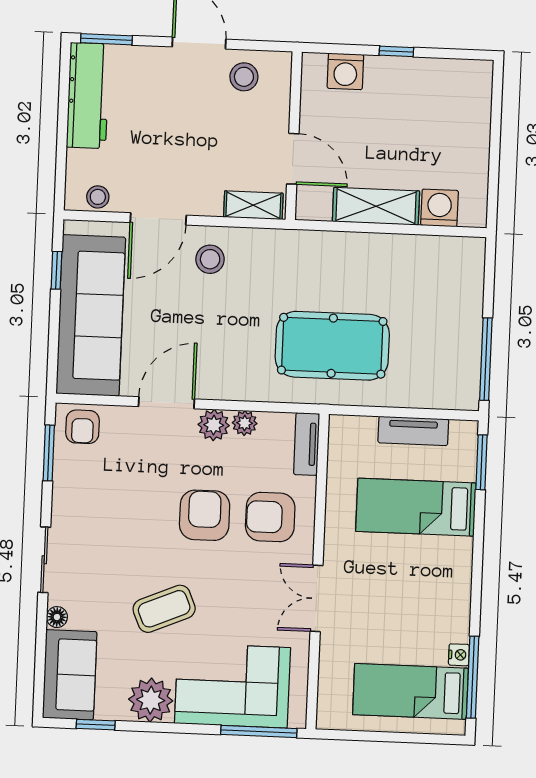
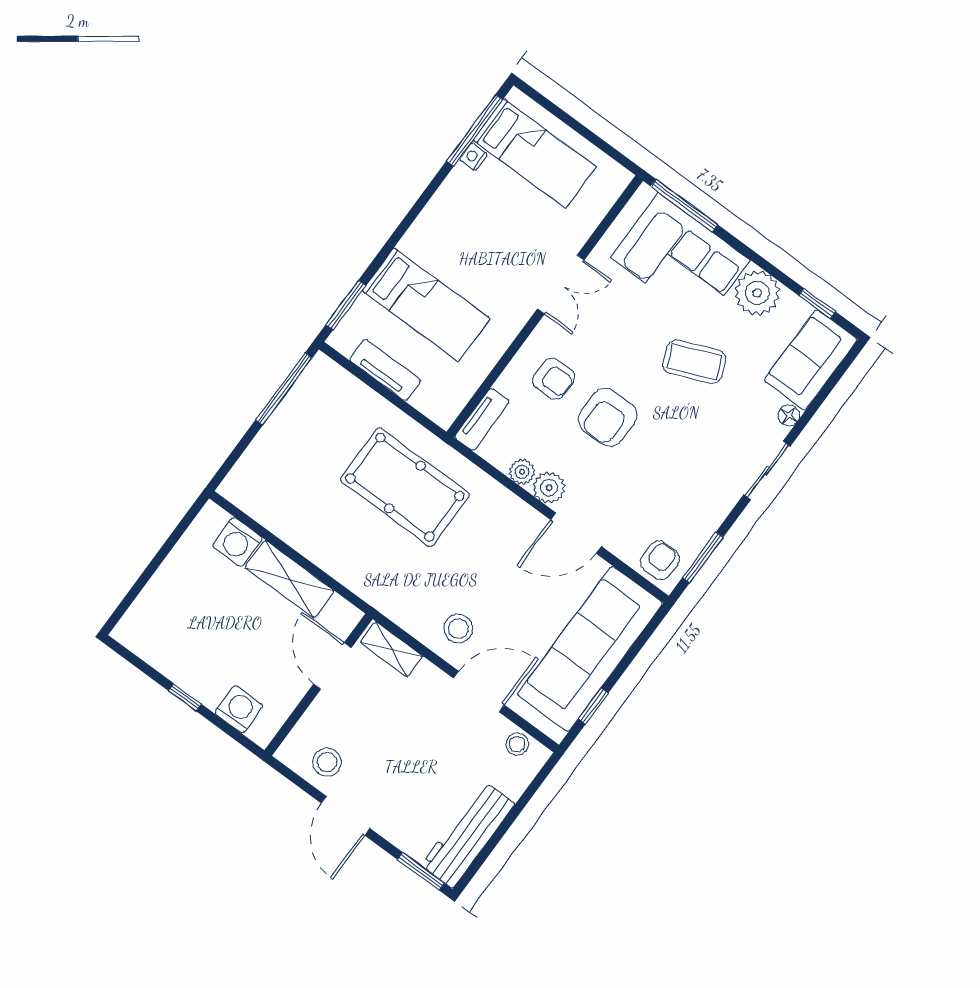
armchair: (270, 517) -> (554, 379), width x0.72, depth x0.72

